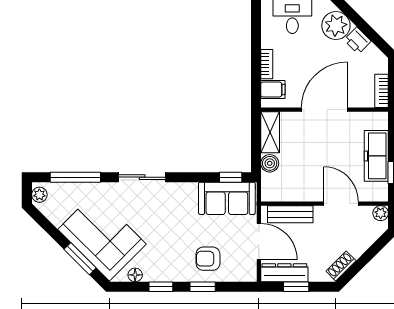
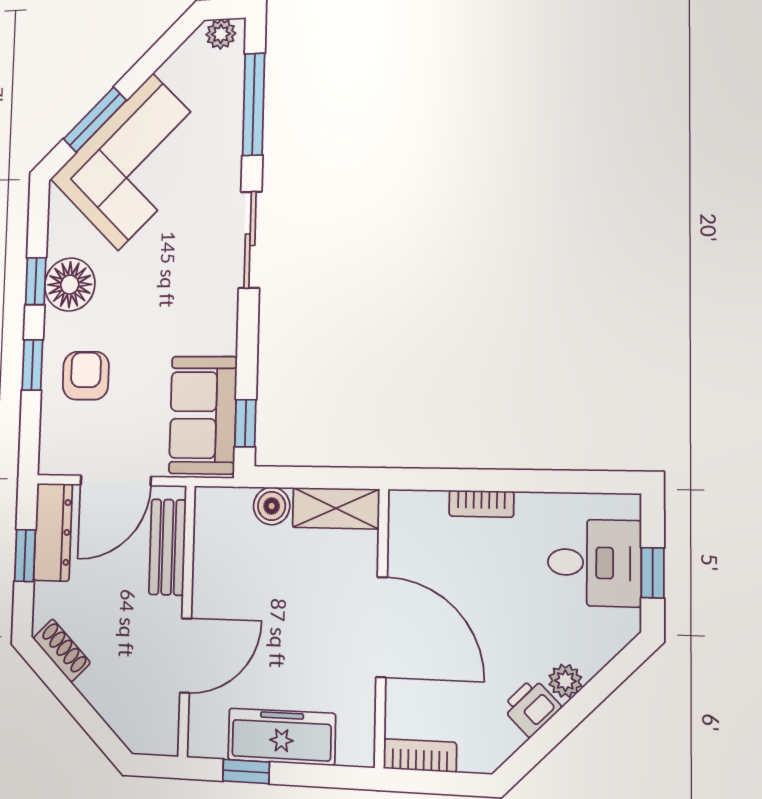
plant: (336, 26) -> (565, 681), width x0.53, depth x0.53
filing cabinet: (273, 89) -> (426, 516), removed
plant: (381, 213) -> (164, 740), removed
floor lamp: (135, 275) -> (70, 285), moved, width x1.89, depth x1.89

